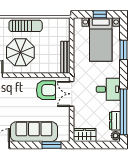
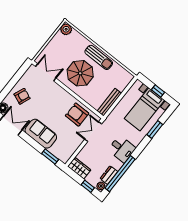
armchair: (46, 90) -> (77, 115), turned 180
sofa: (34, 132) -> (41, 134), width x0.73
window: (104, 145) -> (88, 186), added

